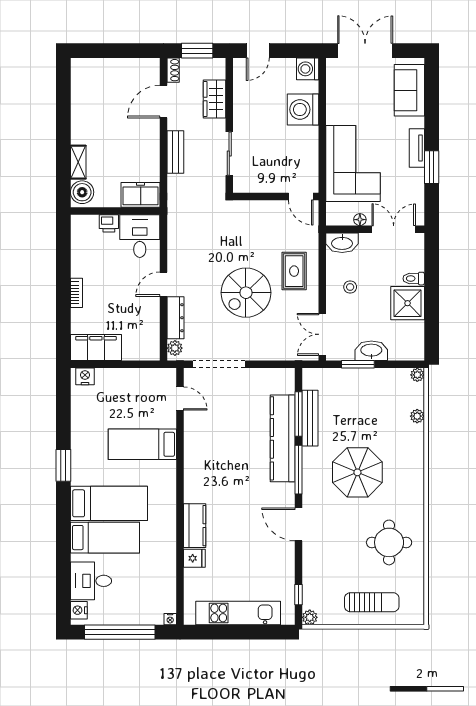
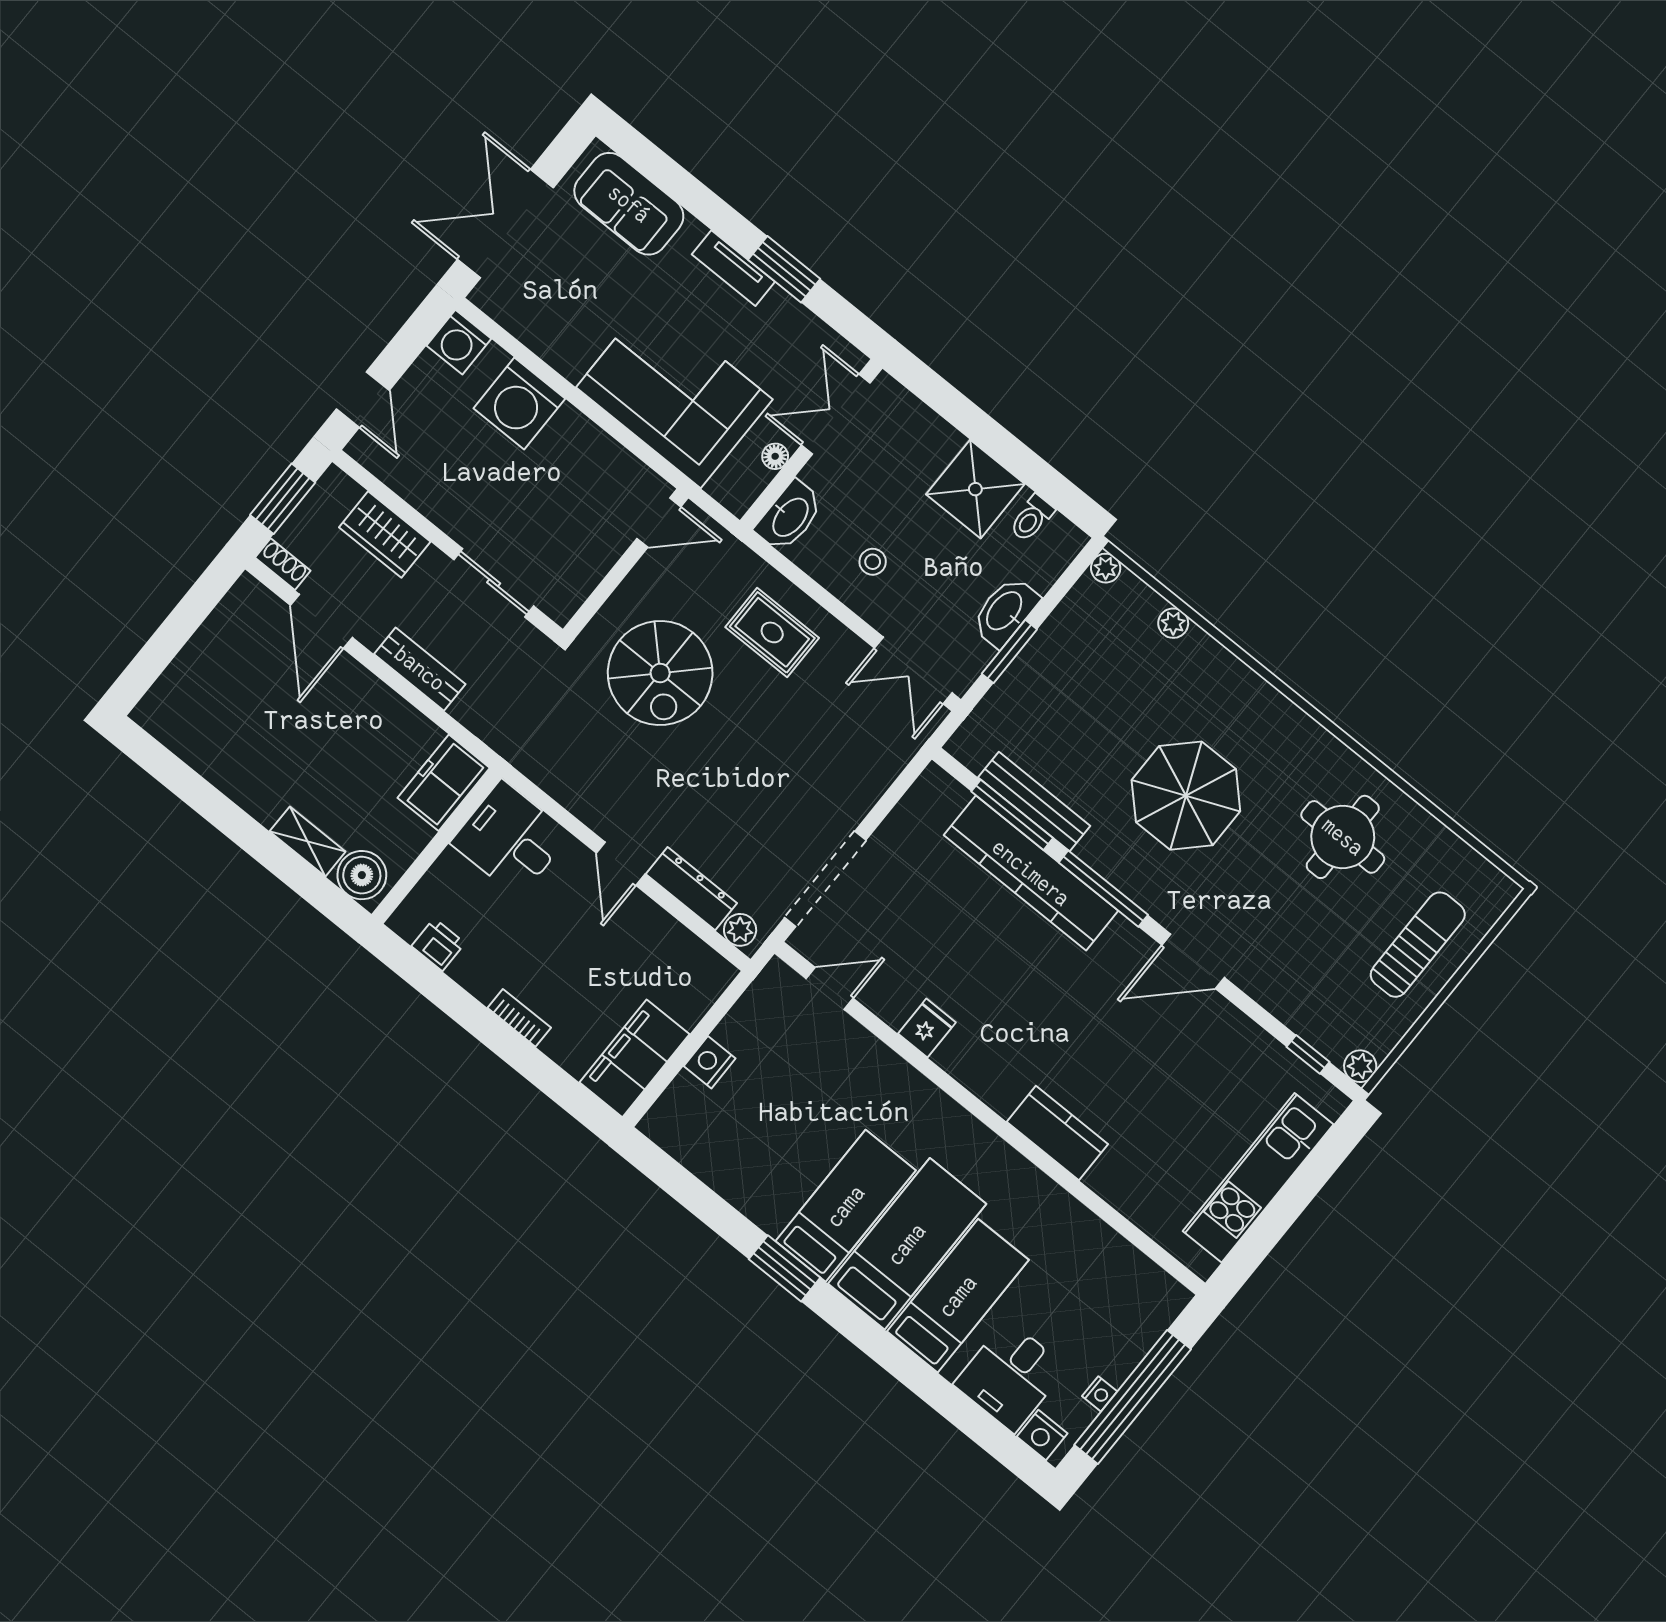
printer: (109, 223) -> (438, 945), moved, turned -90
toilet: (414, 279) -> (1032, 518), moved
spiral stairs: (246, 293) -> (660, 673), moved
nightstand: (85, 376) -> (710, 1062), moved
bed: (142, 444) -> (846, 1206), moved, turned 180
fridge: (194, 558) -> (927, 1028), moved
nightstand: (170, 619) -> (1100, 1394), moved

